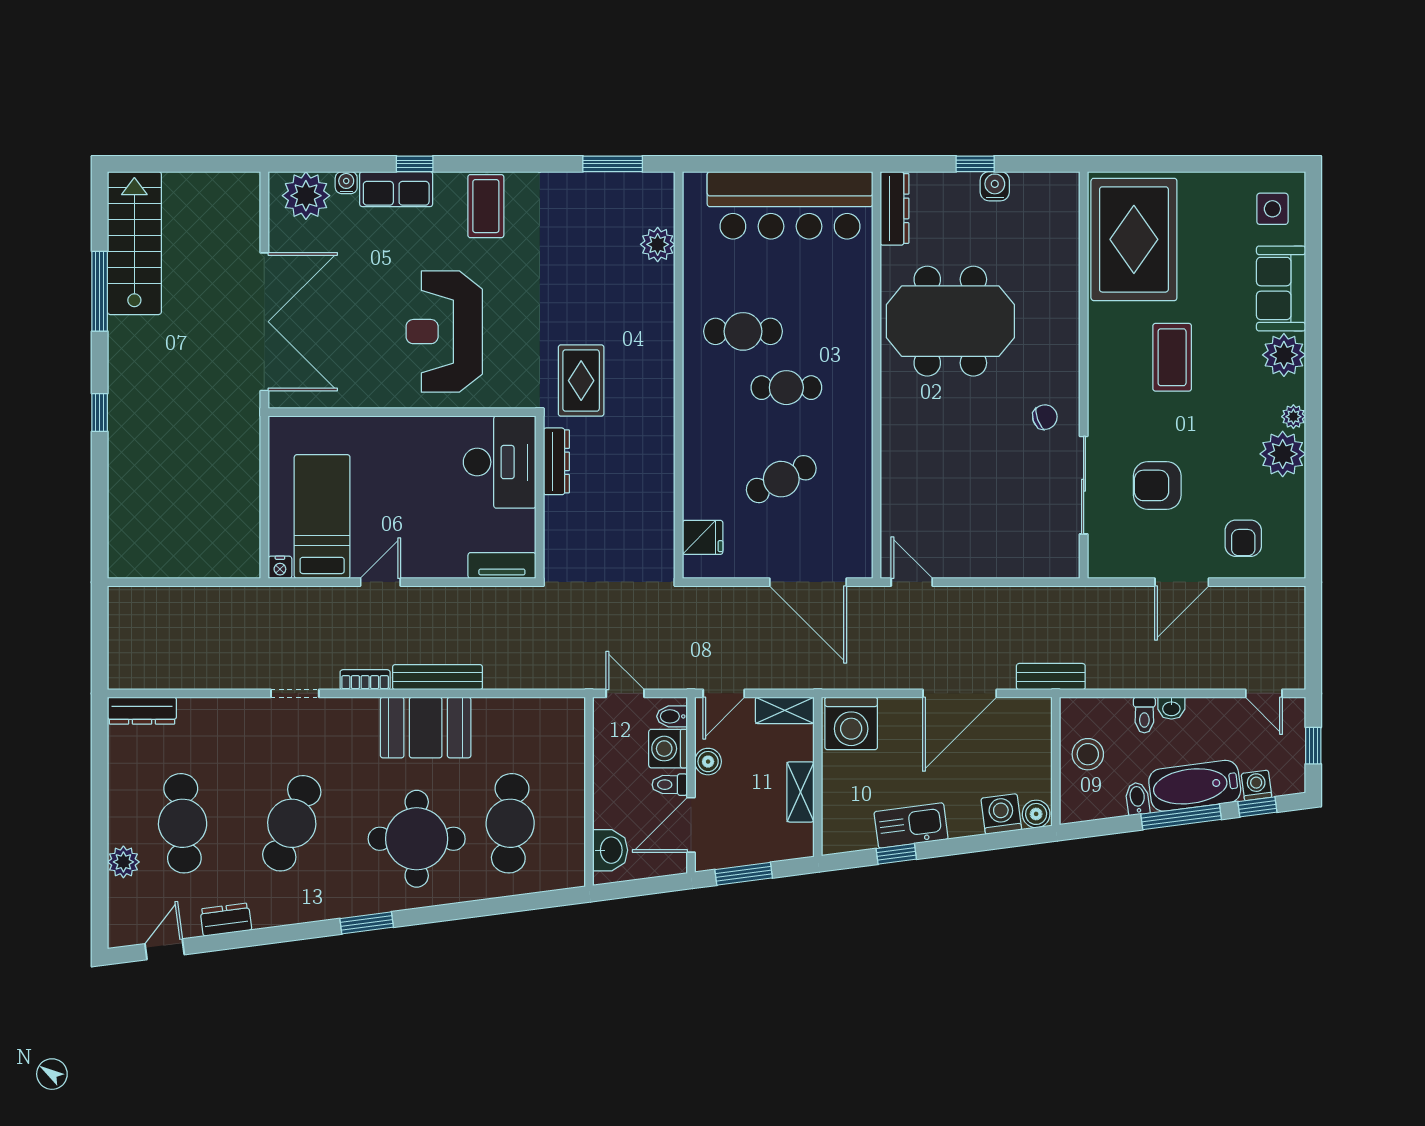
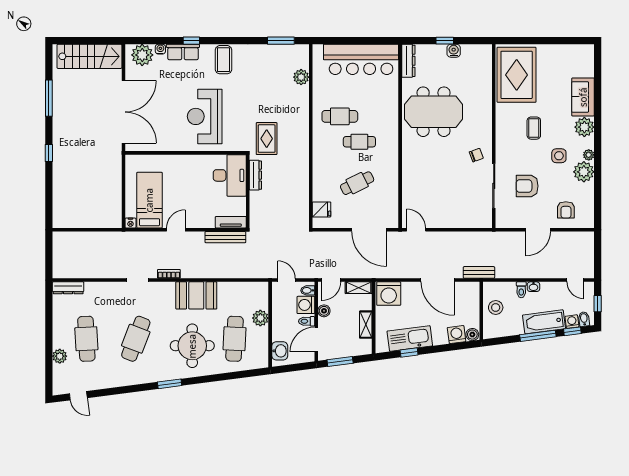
side table: (1272, 209) -> (559, 156), moved
stairs: (134, 243) -> (89, 56), moved, turned 90
coffee table: (1172, 357) -> (534, 128), width x0.73, depth x0.77
bench: (437, 677) -> (225, 237), moved
door: (960, 693) -> (438, 280), hinge flipped
plant: (567, 778) -> (260, 318), added
bidet: (1137, 799) -> (584, 319), moved
kitchen sink: (911, 826) -> (410, 338), width x1.36, depth x1.24
dresser: (226, 920) -> (106, 382), removed
door: (165, 949) -> (78, 396), swing flipped

